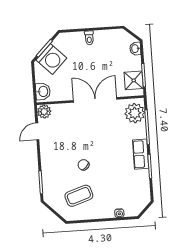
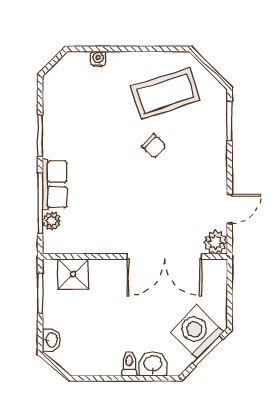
shower: (134, 80) -> (73, 274), moved
washbasin: (43, 91) -> (153, 364), moved, turned 90
double door: (95, 100) -> (164, 256), moved
plant: (135, 113) -> (52, 221), width x0.53, depth x0.53
row of seats: (141, 154) -> (55, 184), moved
coffee table: (79, 196) -> (166, 93), width x1.36, depth x1.32

